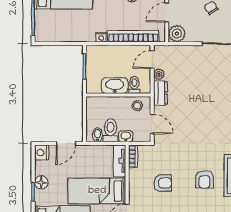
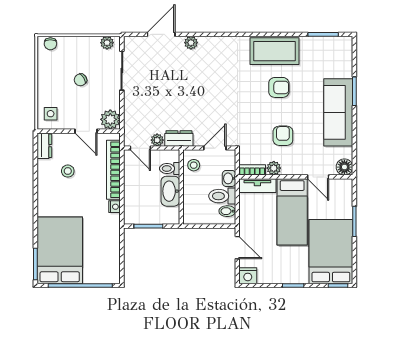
plant: (135, 175) -> (274, 168), added
floor lamp: (41, 182) -> (282, 276), removed

